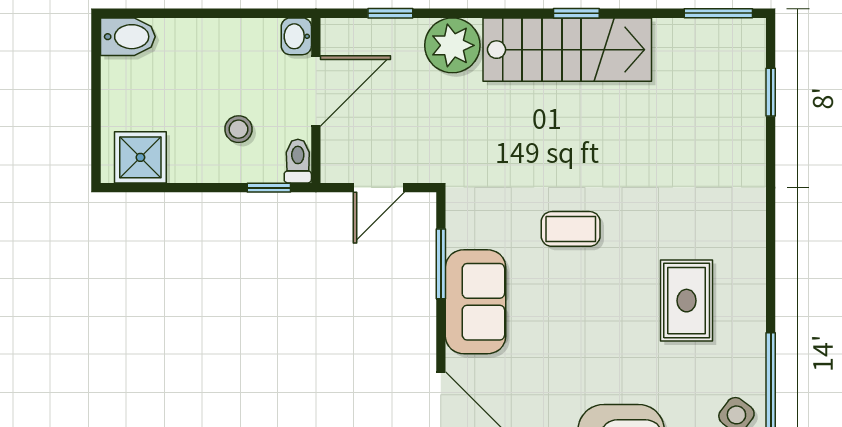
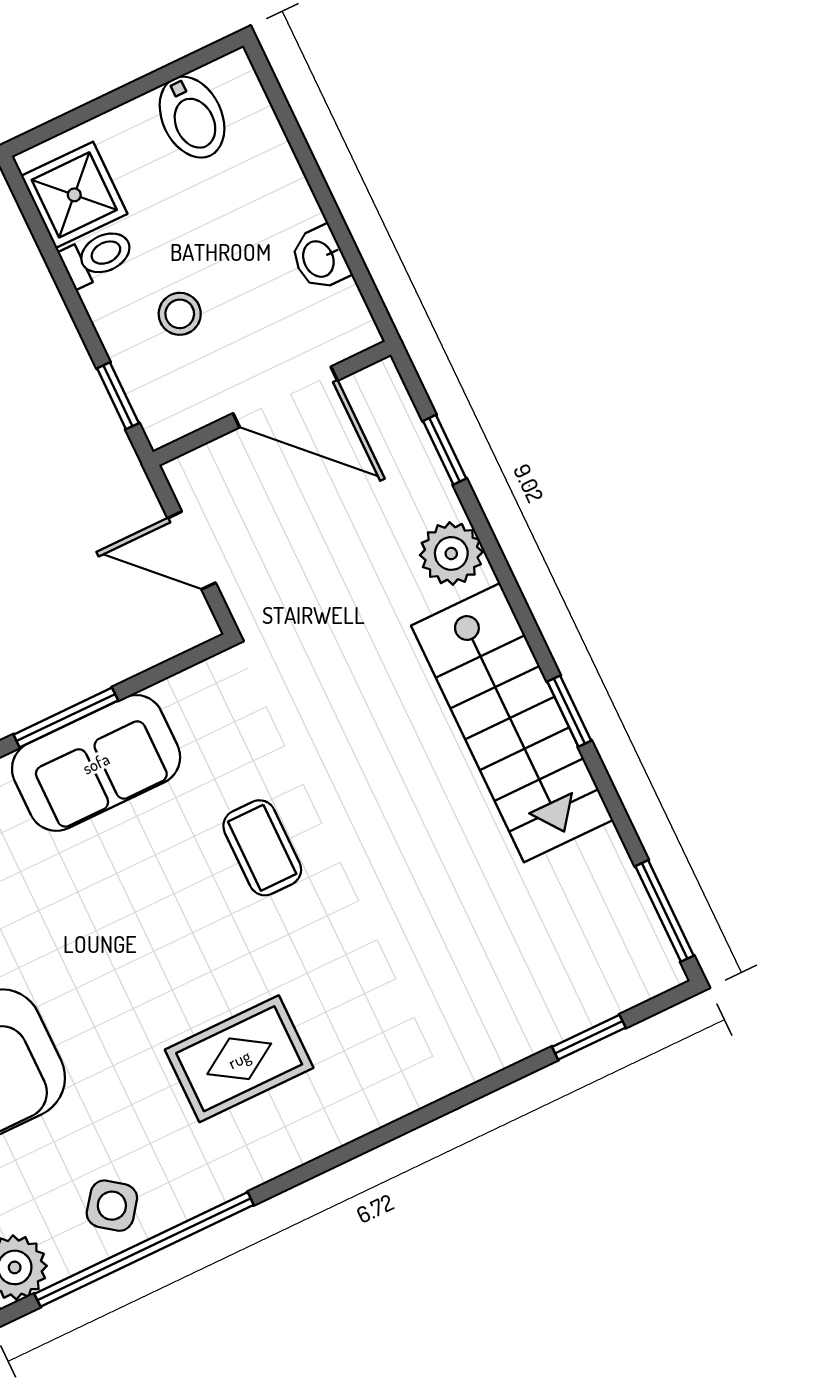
washbasin: (296, 36) -> (320, 258), moved, turned -90
bidet: (128, 37) -> (192, 117), moved
plant: (452, 45) -> (451, 553), width x0.73, depth x0.73
toilet: (298, 161) -> (97, 257), moved
window: (441, 264) -> (66, 718), moved

